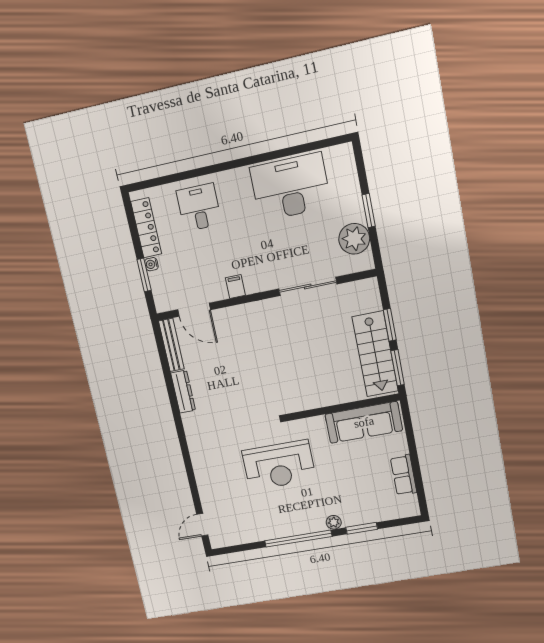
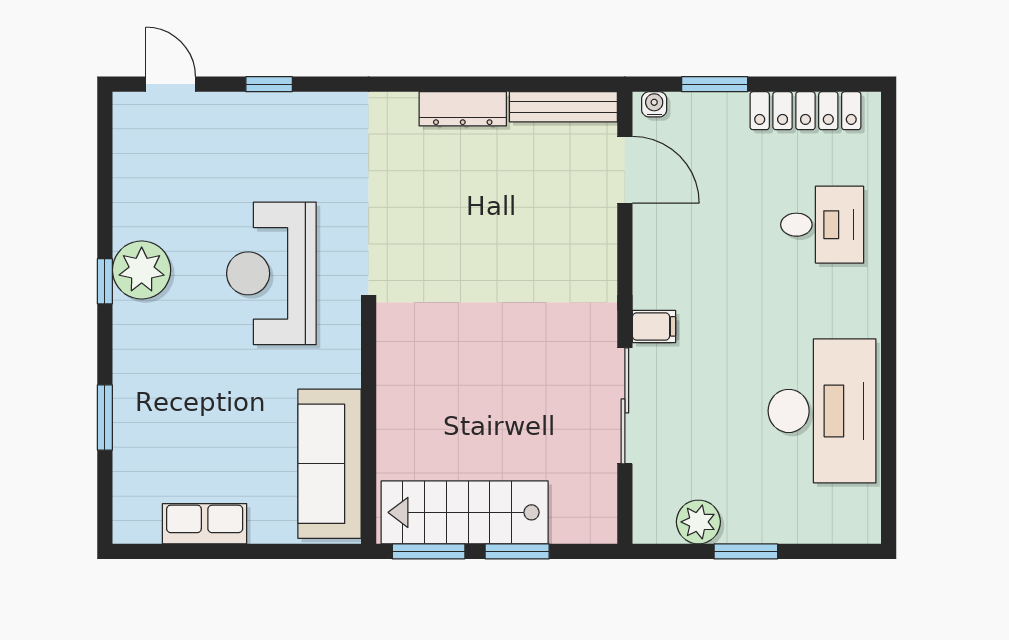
plant: (354, 239) -> (698, 522), width x0.73, depth x0.73
water cooler: (151, 264) -> (654, 104), moved
filing cabinet: (235, 287) -> (654, 326), moved
door: (194, 310) -> (625, 170), swing flipped
window: (192, 481) -> (269, 84), added
plant: (334, 522) -> (142, 270), moved, width x1.87, depth x1.87
window: (298, 539) -> (105, 281), width x0.32

